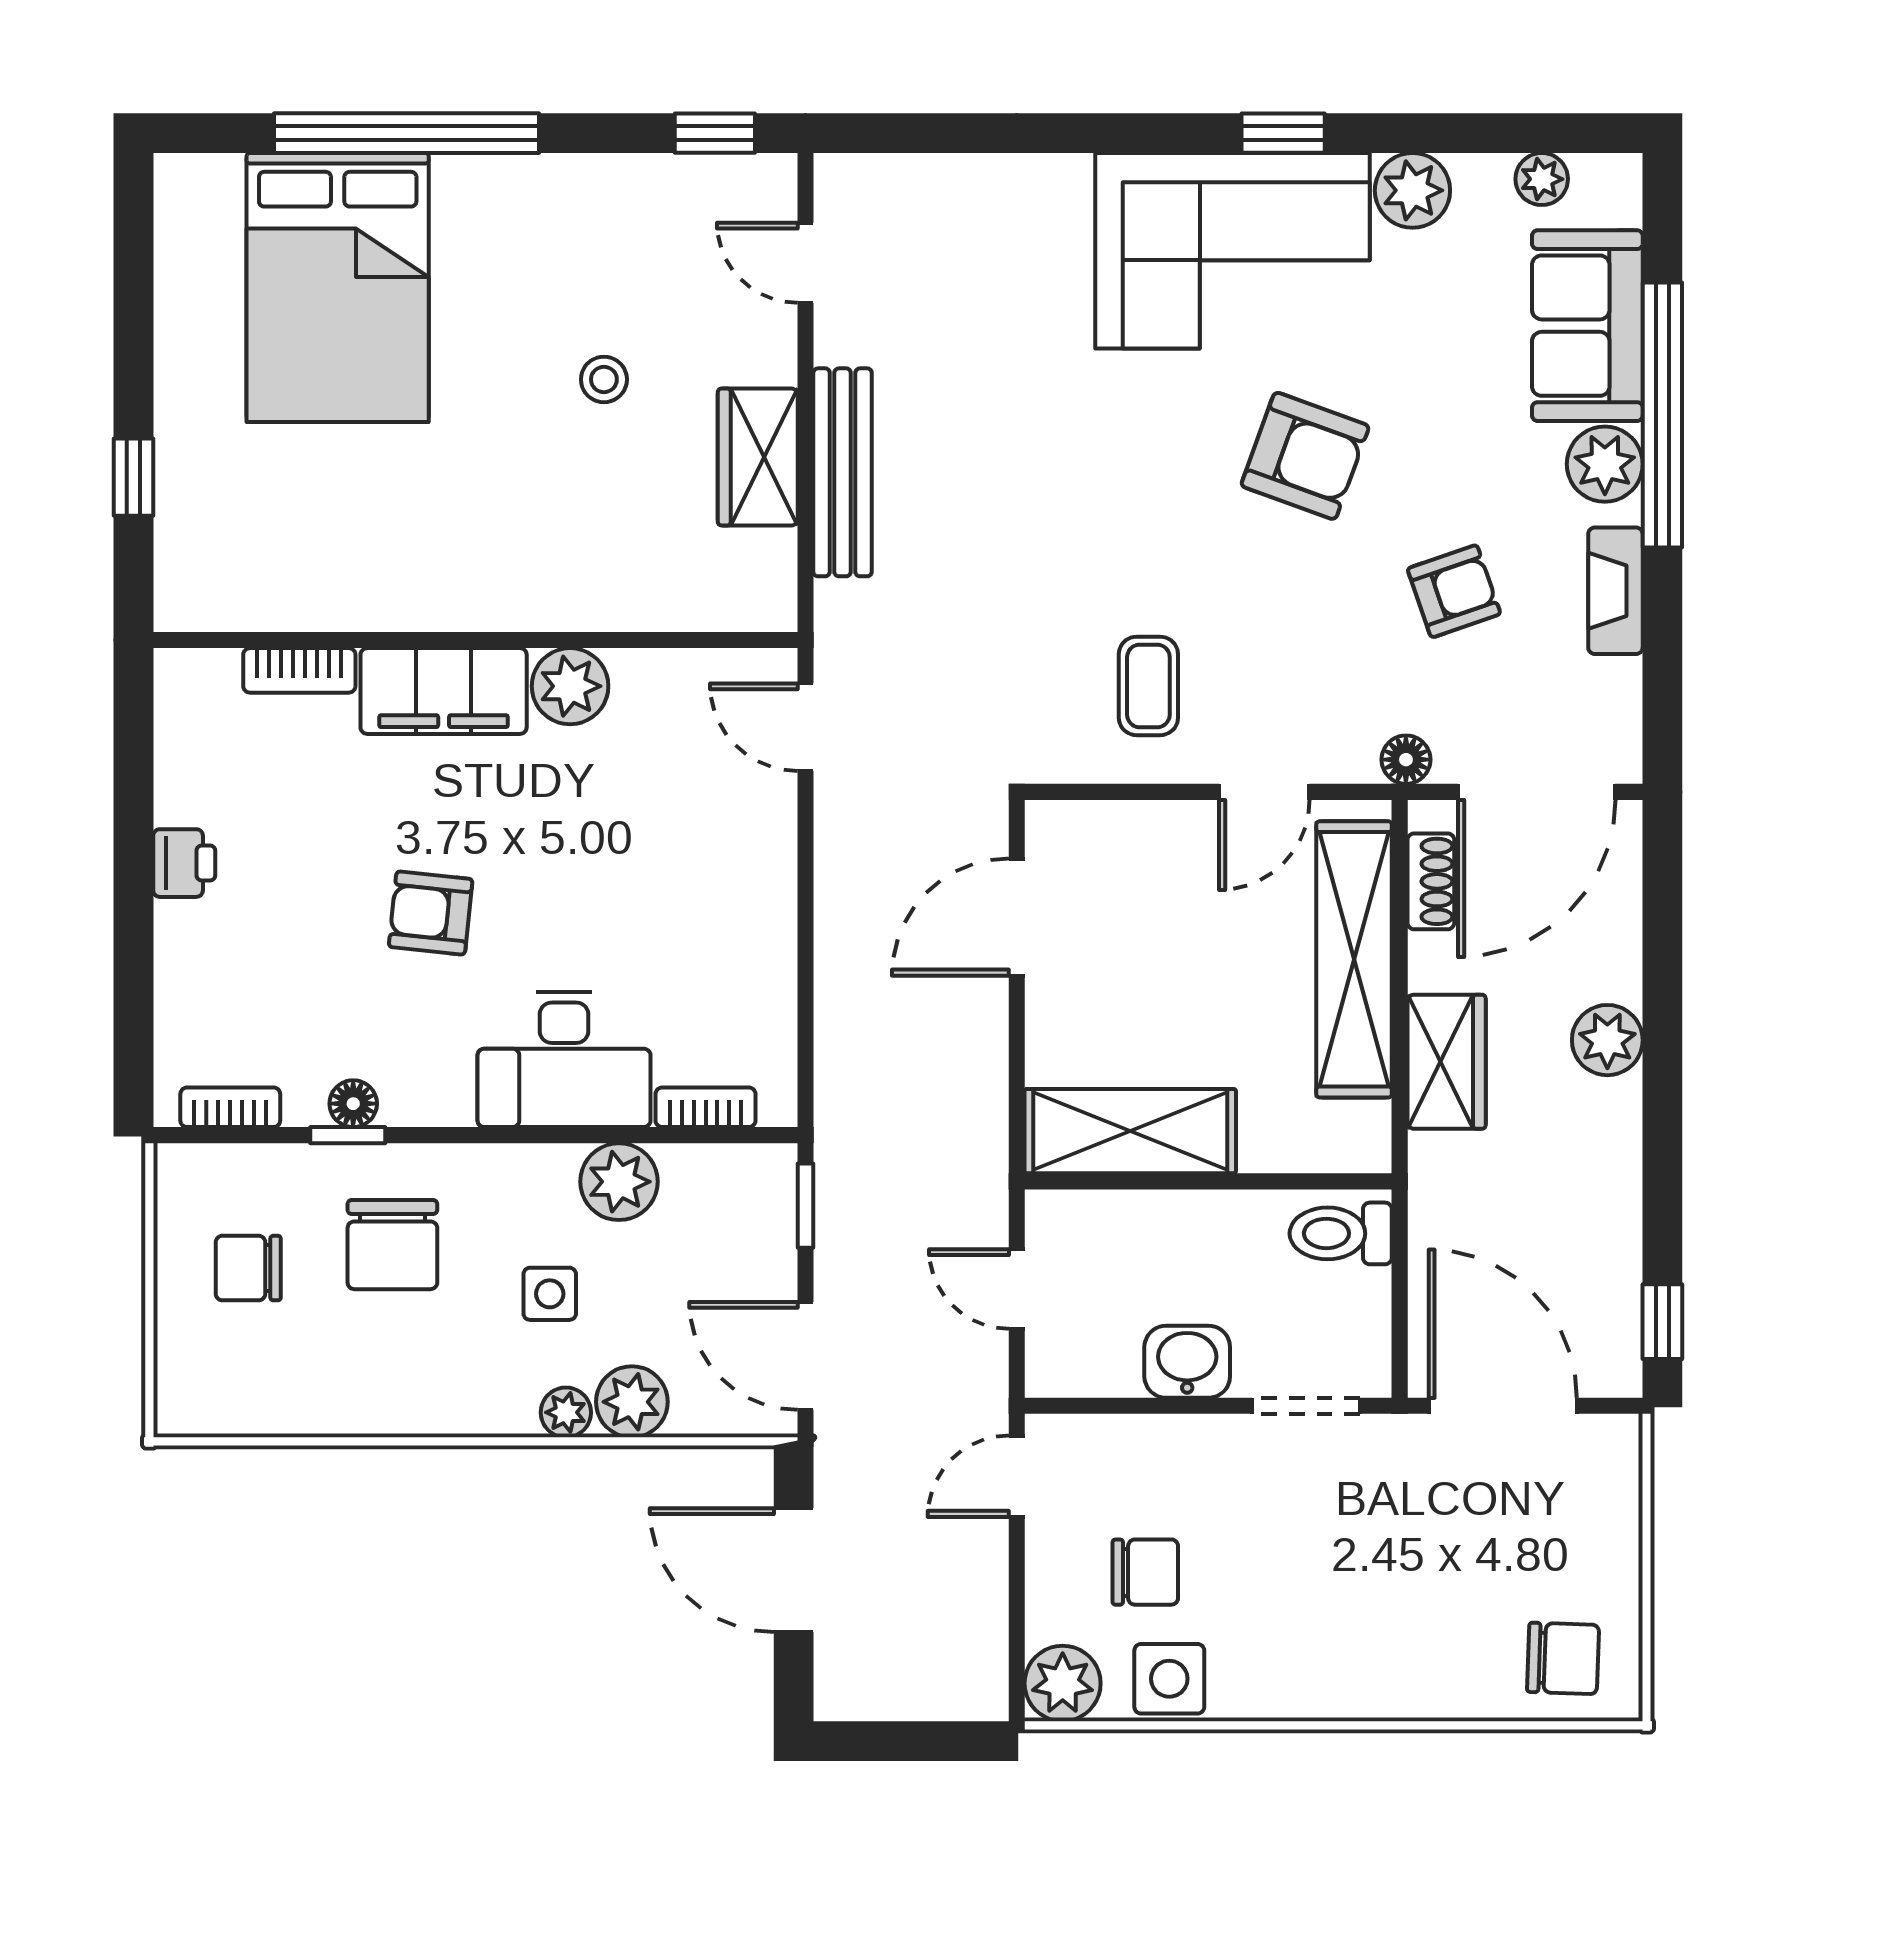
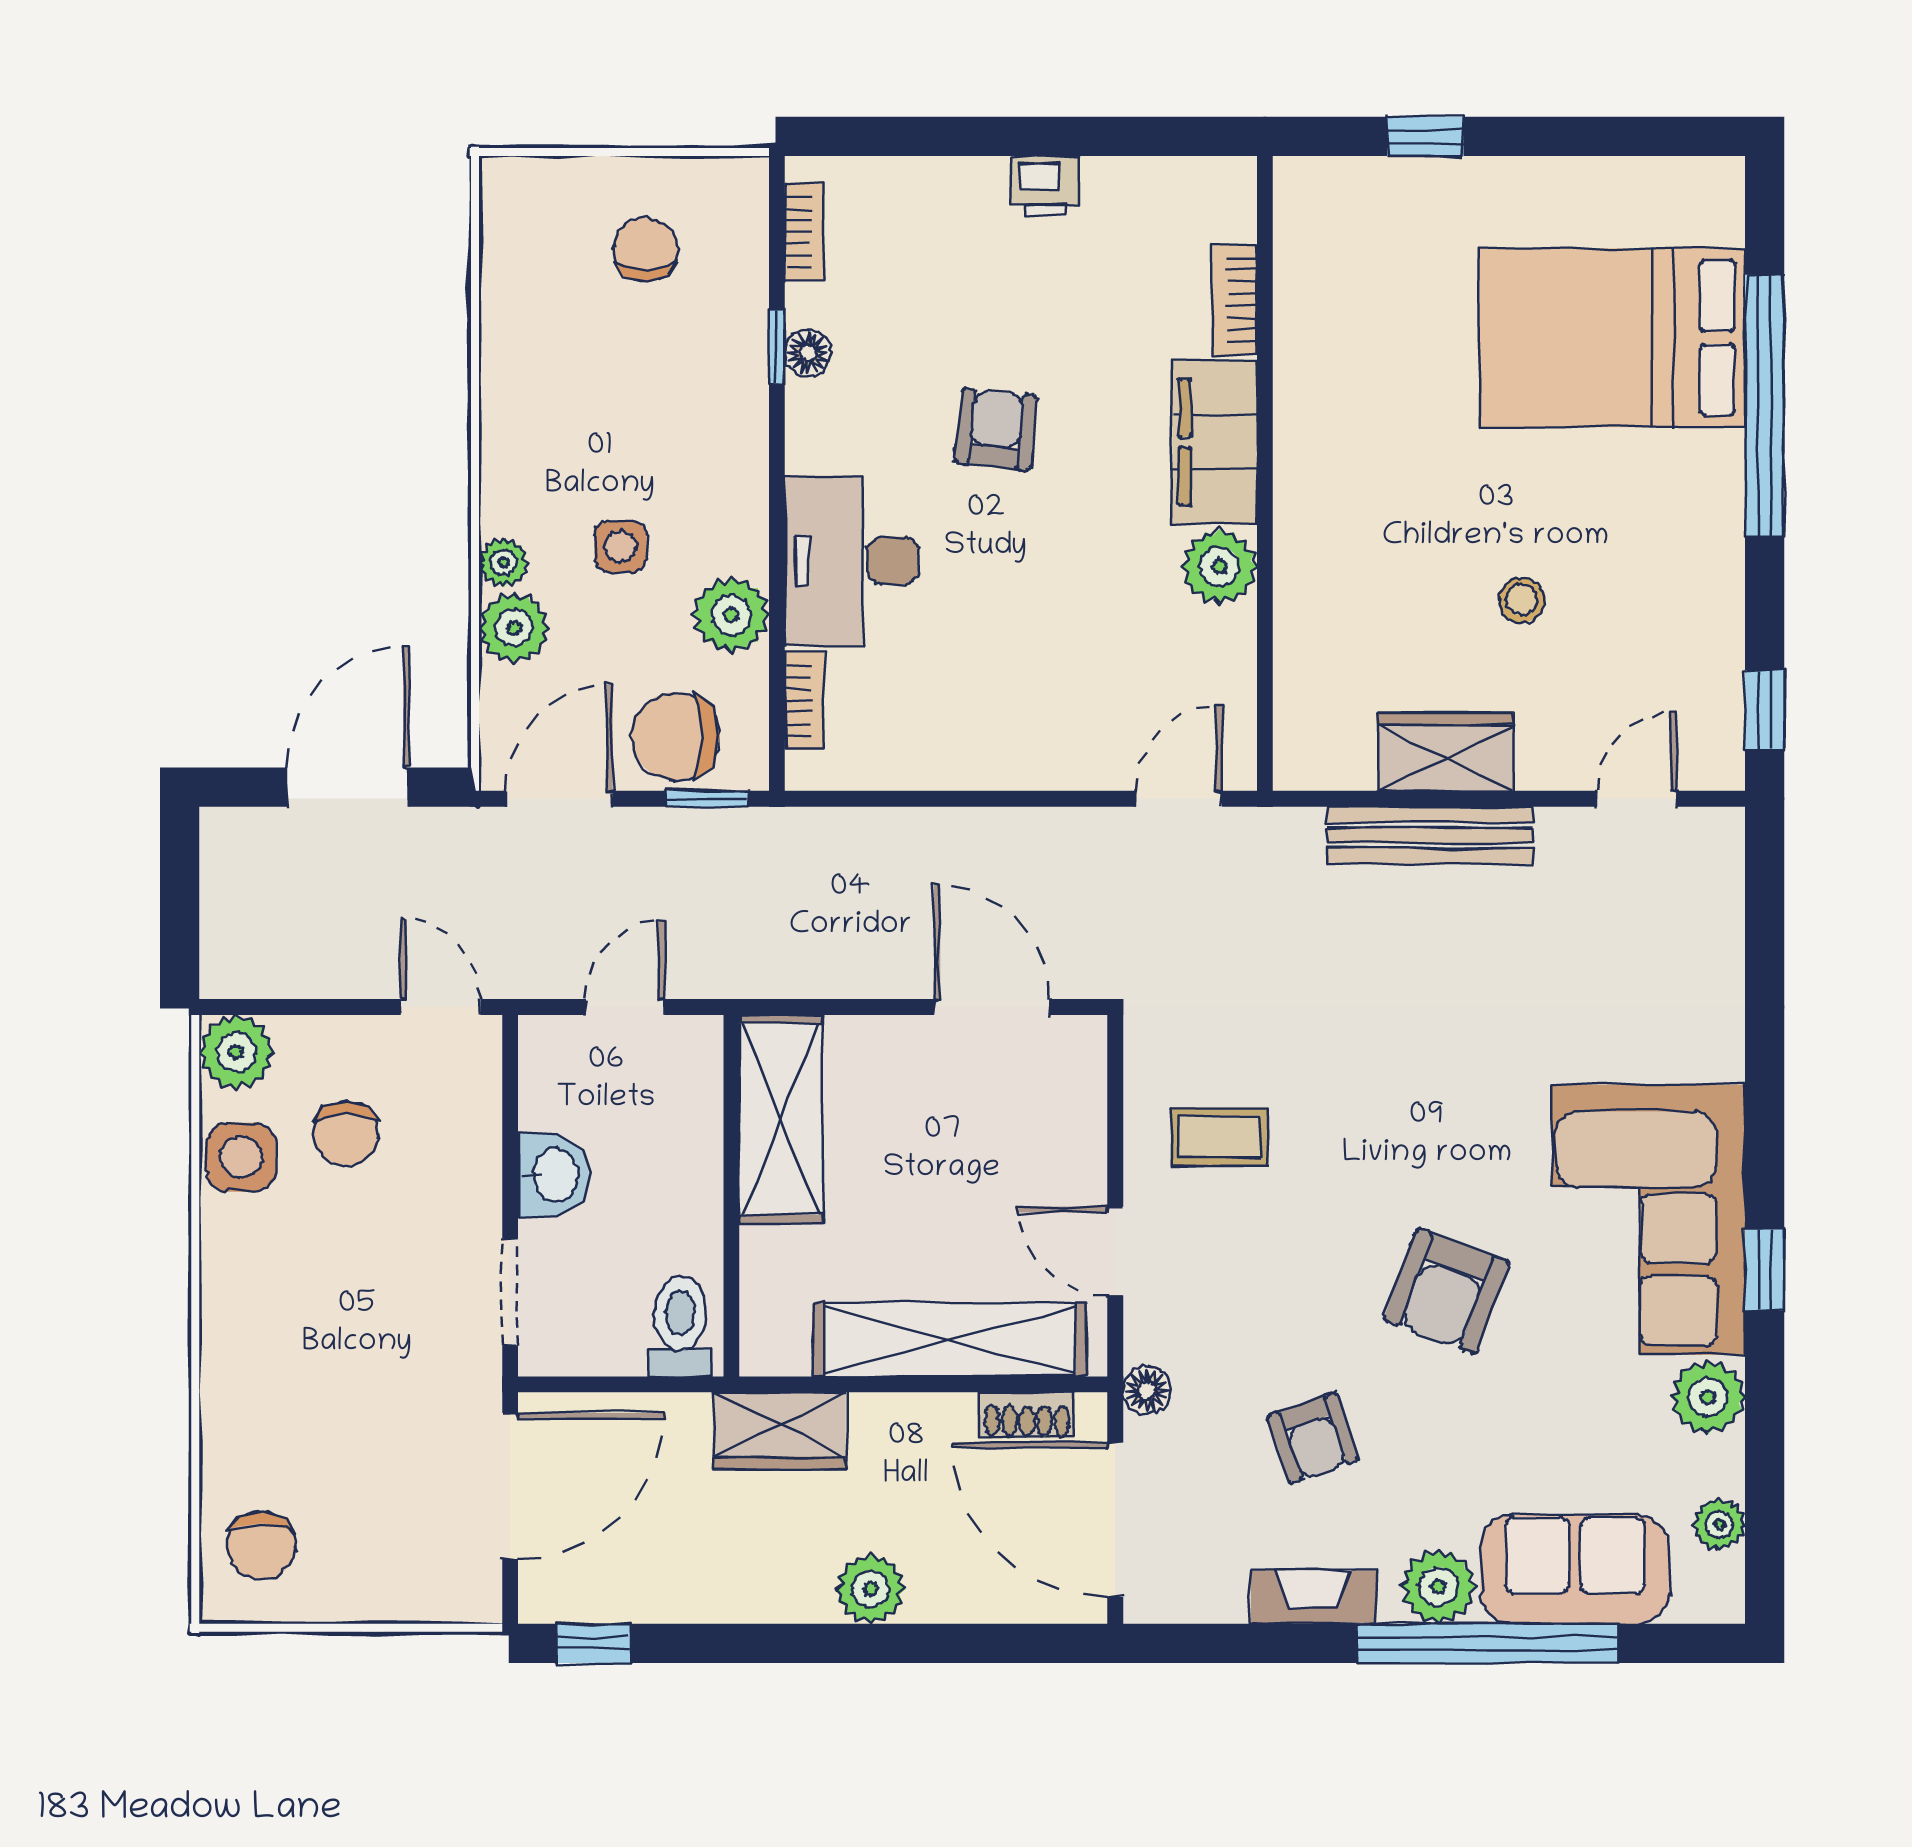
wardrobe: (1447, 1062) -> (779, 1431), moved
chair: (392, 1245) -> (676, 736), moved

